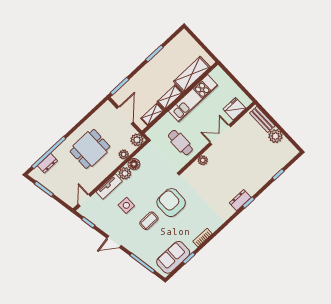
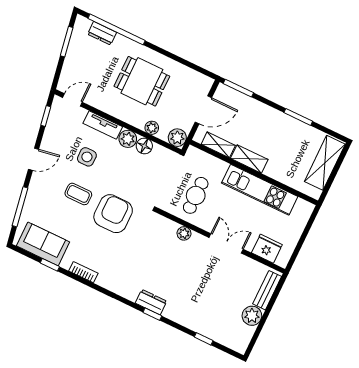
shelving: (192, 74) -> (325, 163), moved, turned 90
door: (114, 242) -> (33, 159), swing flipped

